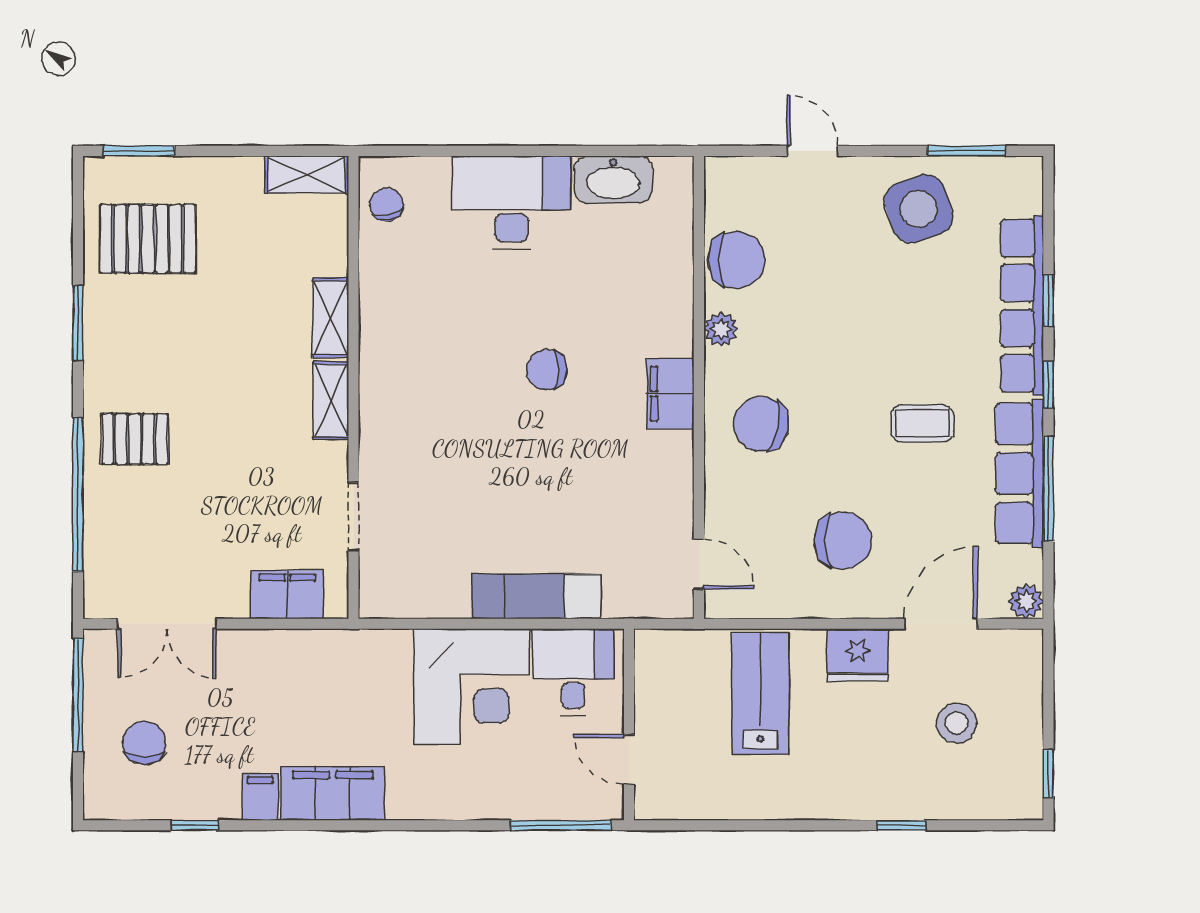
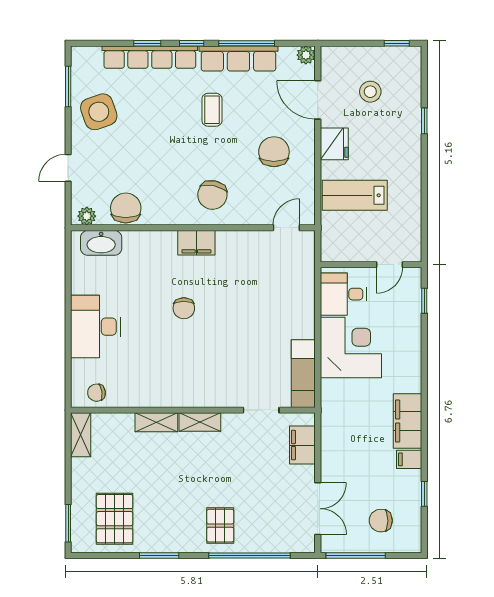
washbasin: (613, 180) -> (101, 243), moved, turned 90
plant: (721, 329) -> (87, 216), moved
exam couch: (536, 596) -> (303, 374), moved
window: (561, 825) -> (424, 301), width x0.46

